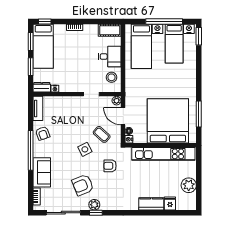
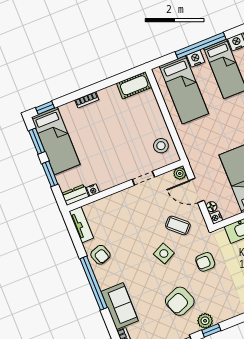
desk: (110, 56) -> (148, 119), removed

